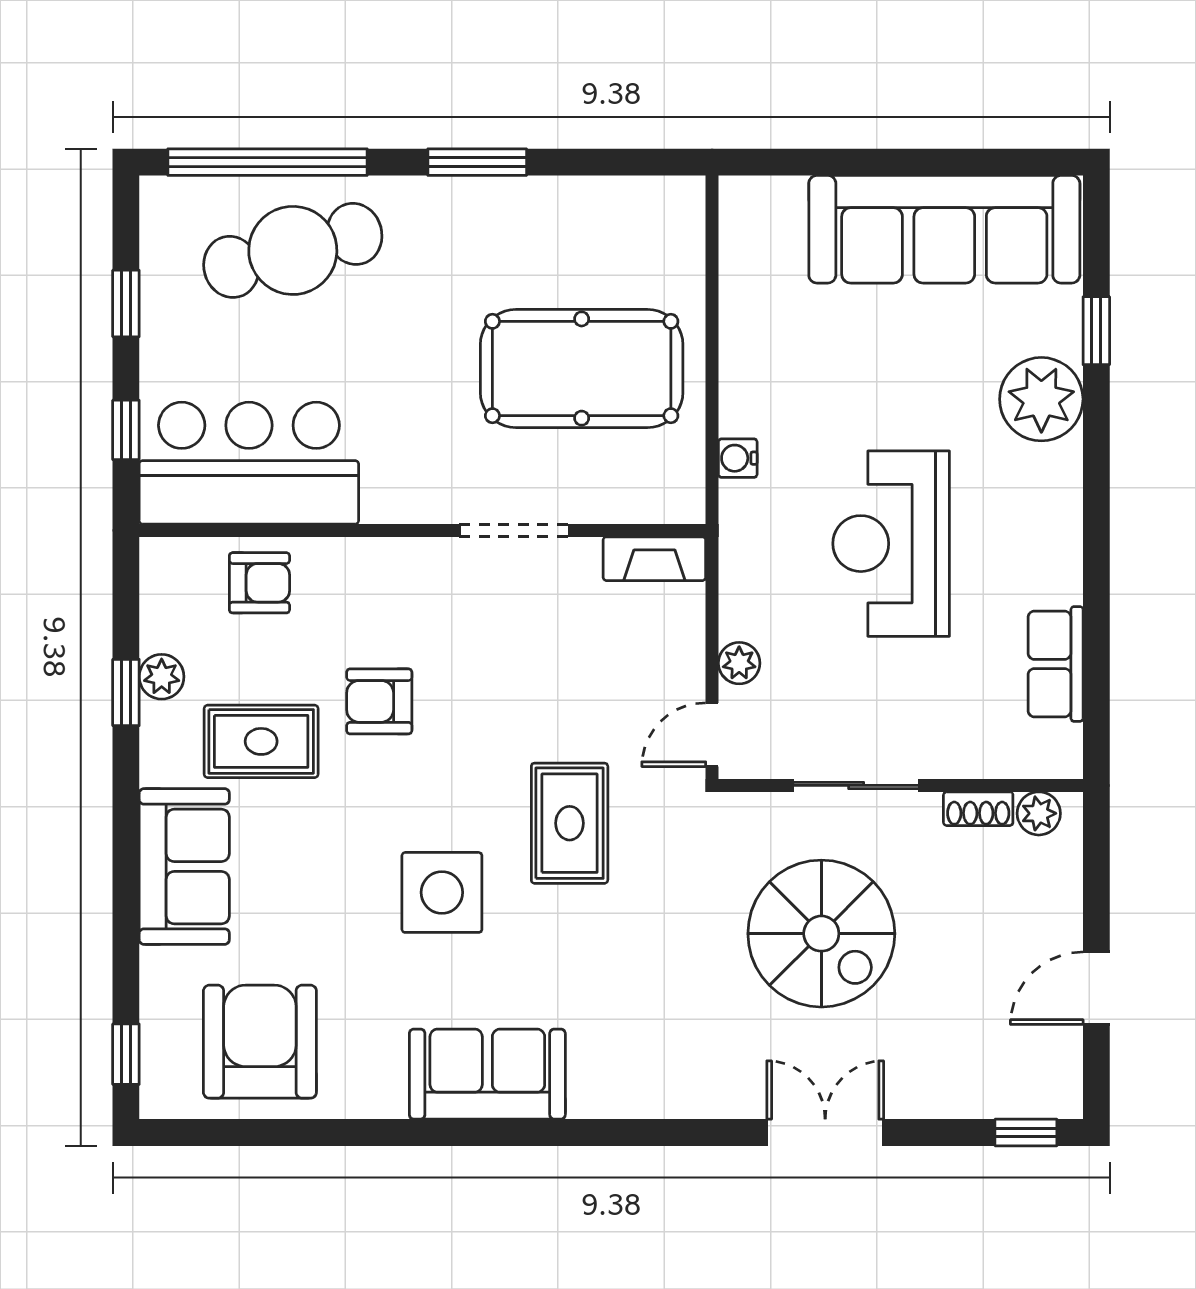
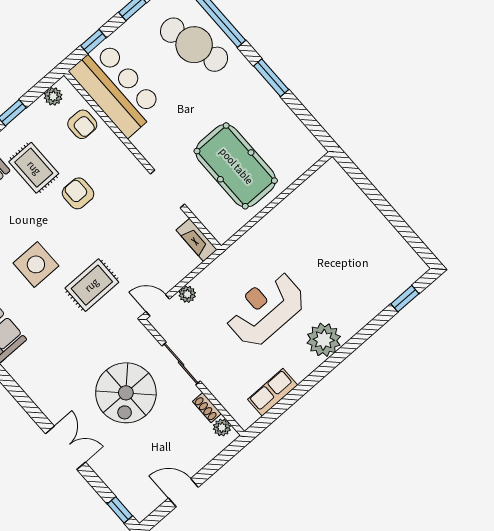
sofa: (944, 229) -> (377, 240), removed
window: (1096, 331) -> (405, 299), moved
plant: (1041, 399) -> (324, 340), moved
water cooler: (738, 458) -> (250, 238), removed
plant: (162, 677) -> (53, 96), moved

